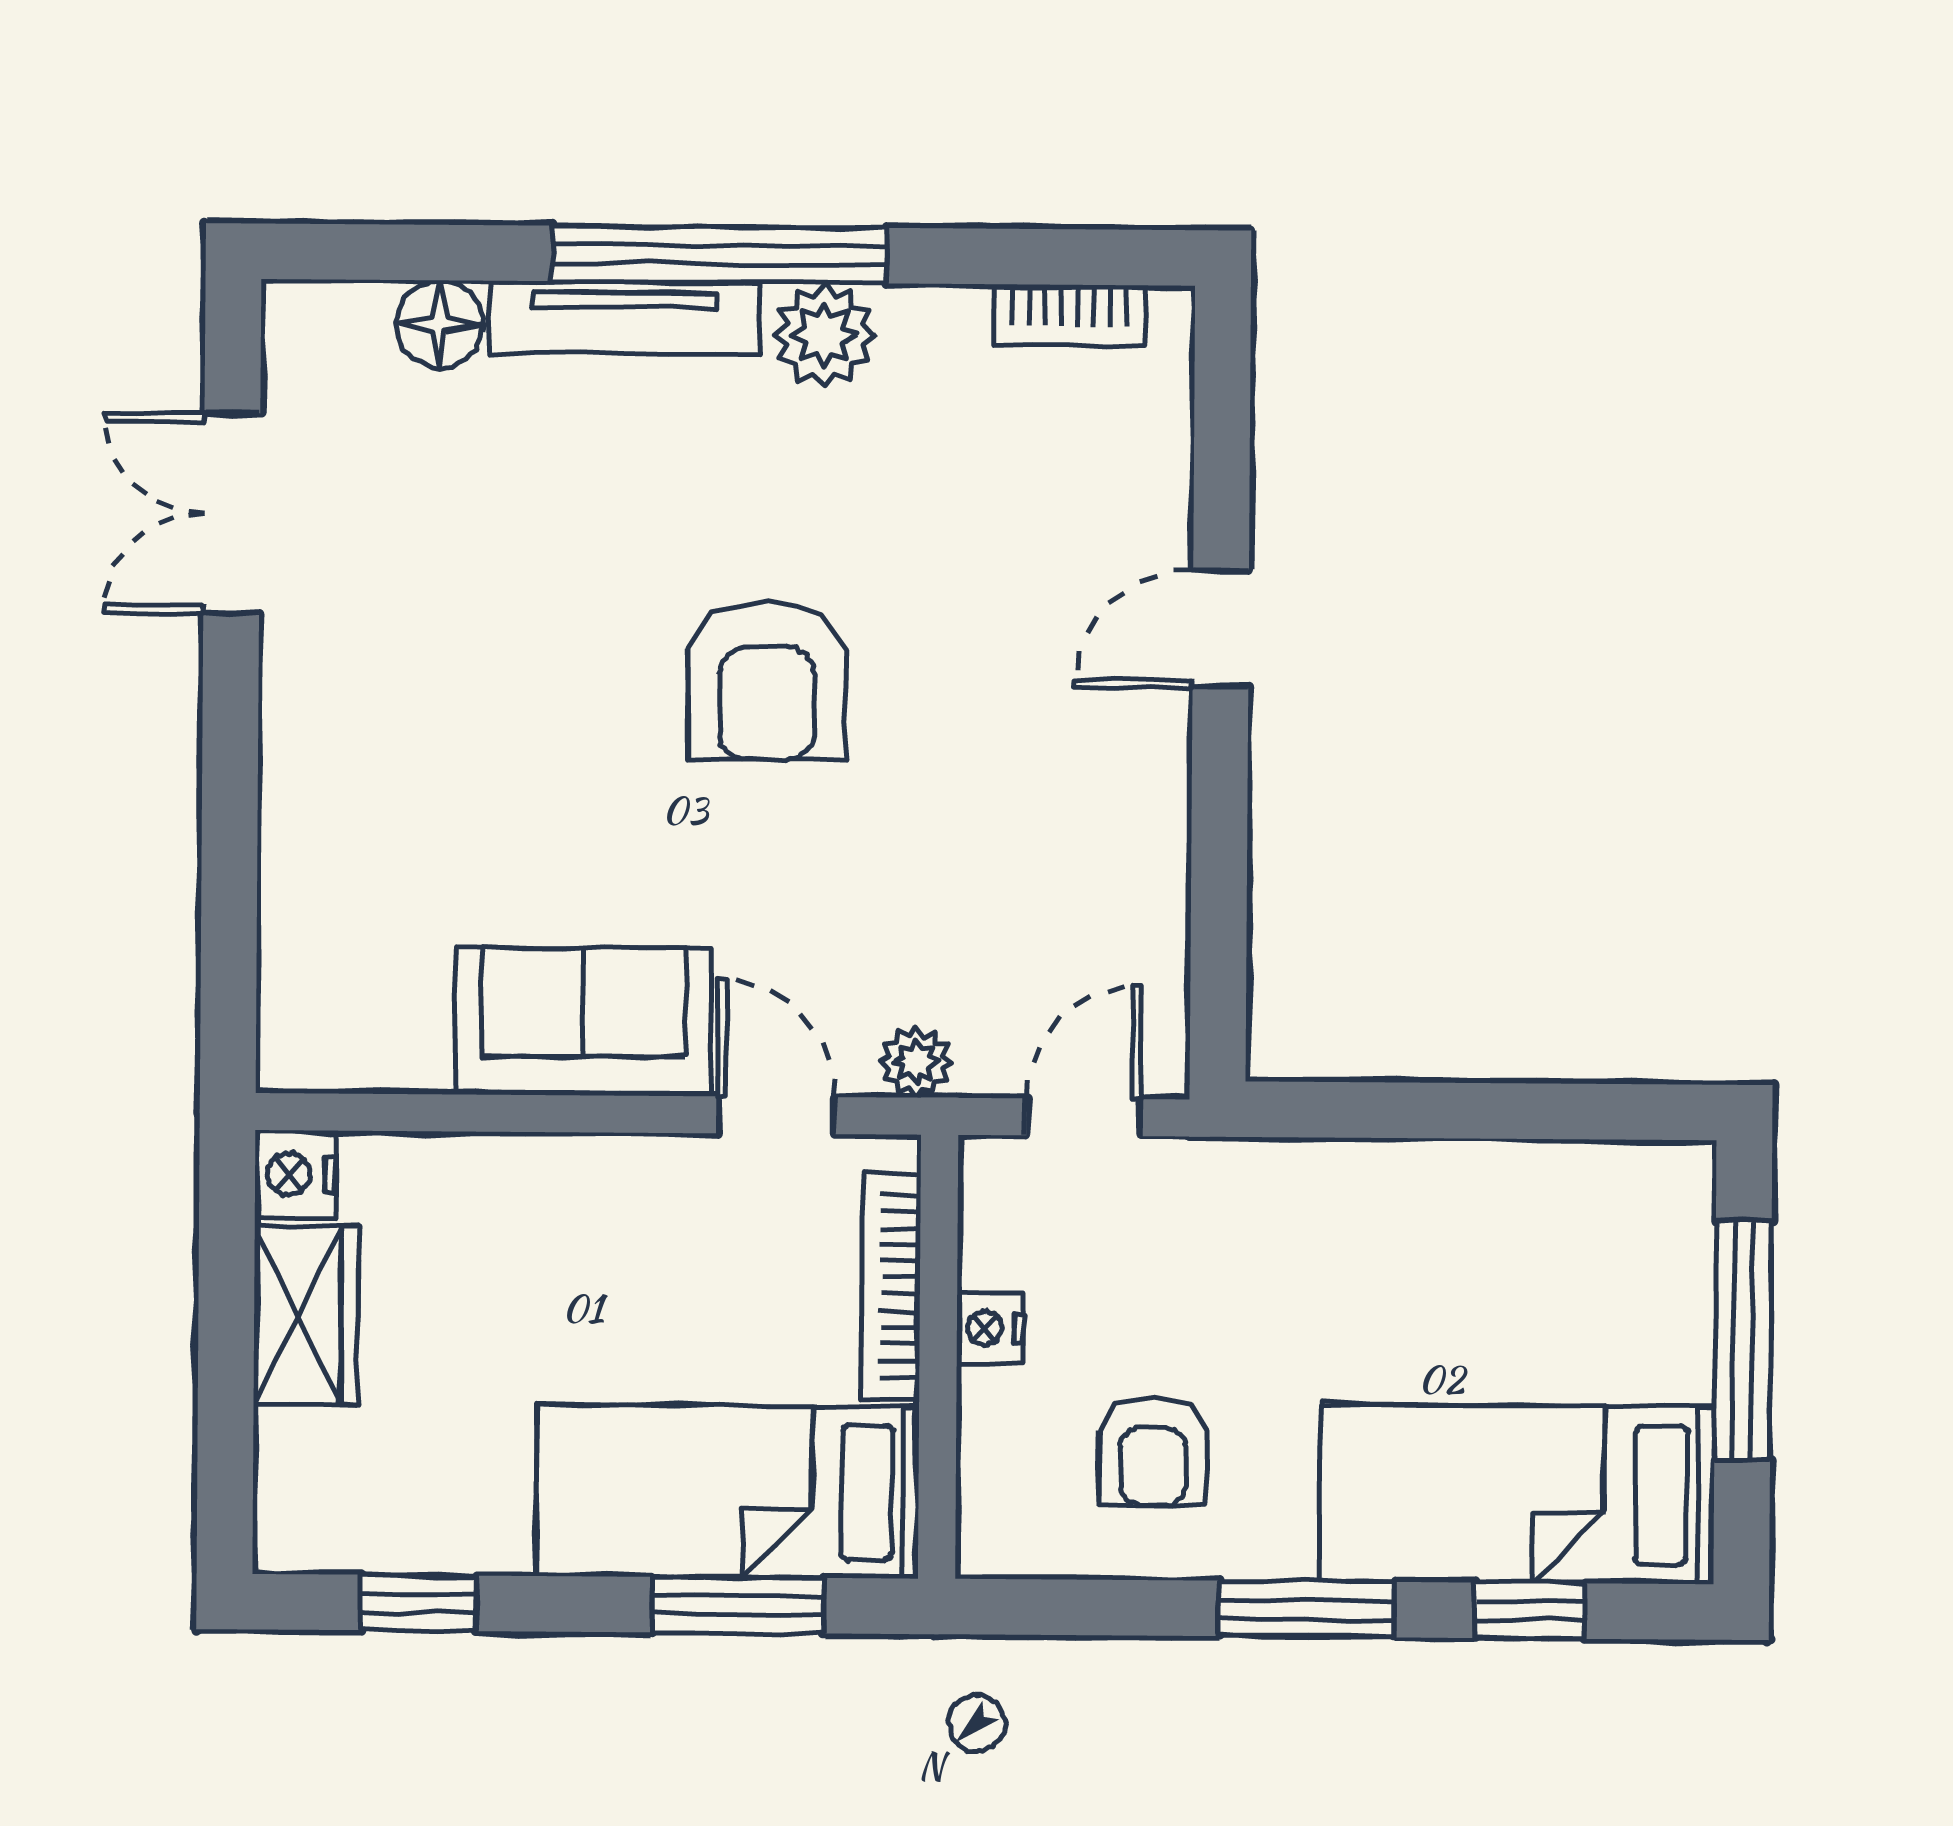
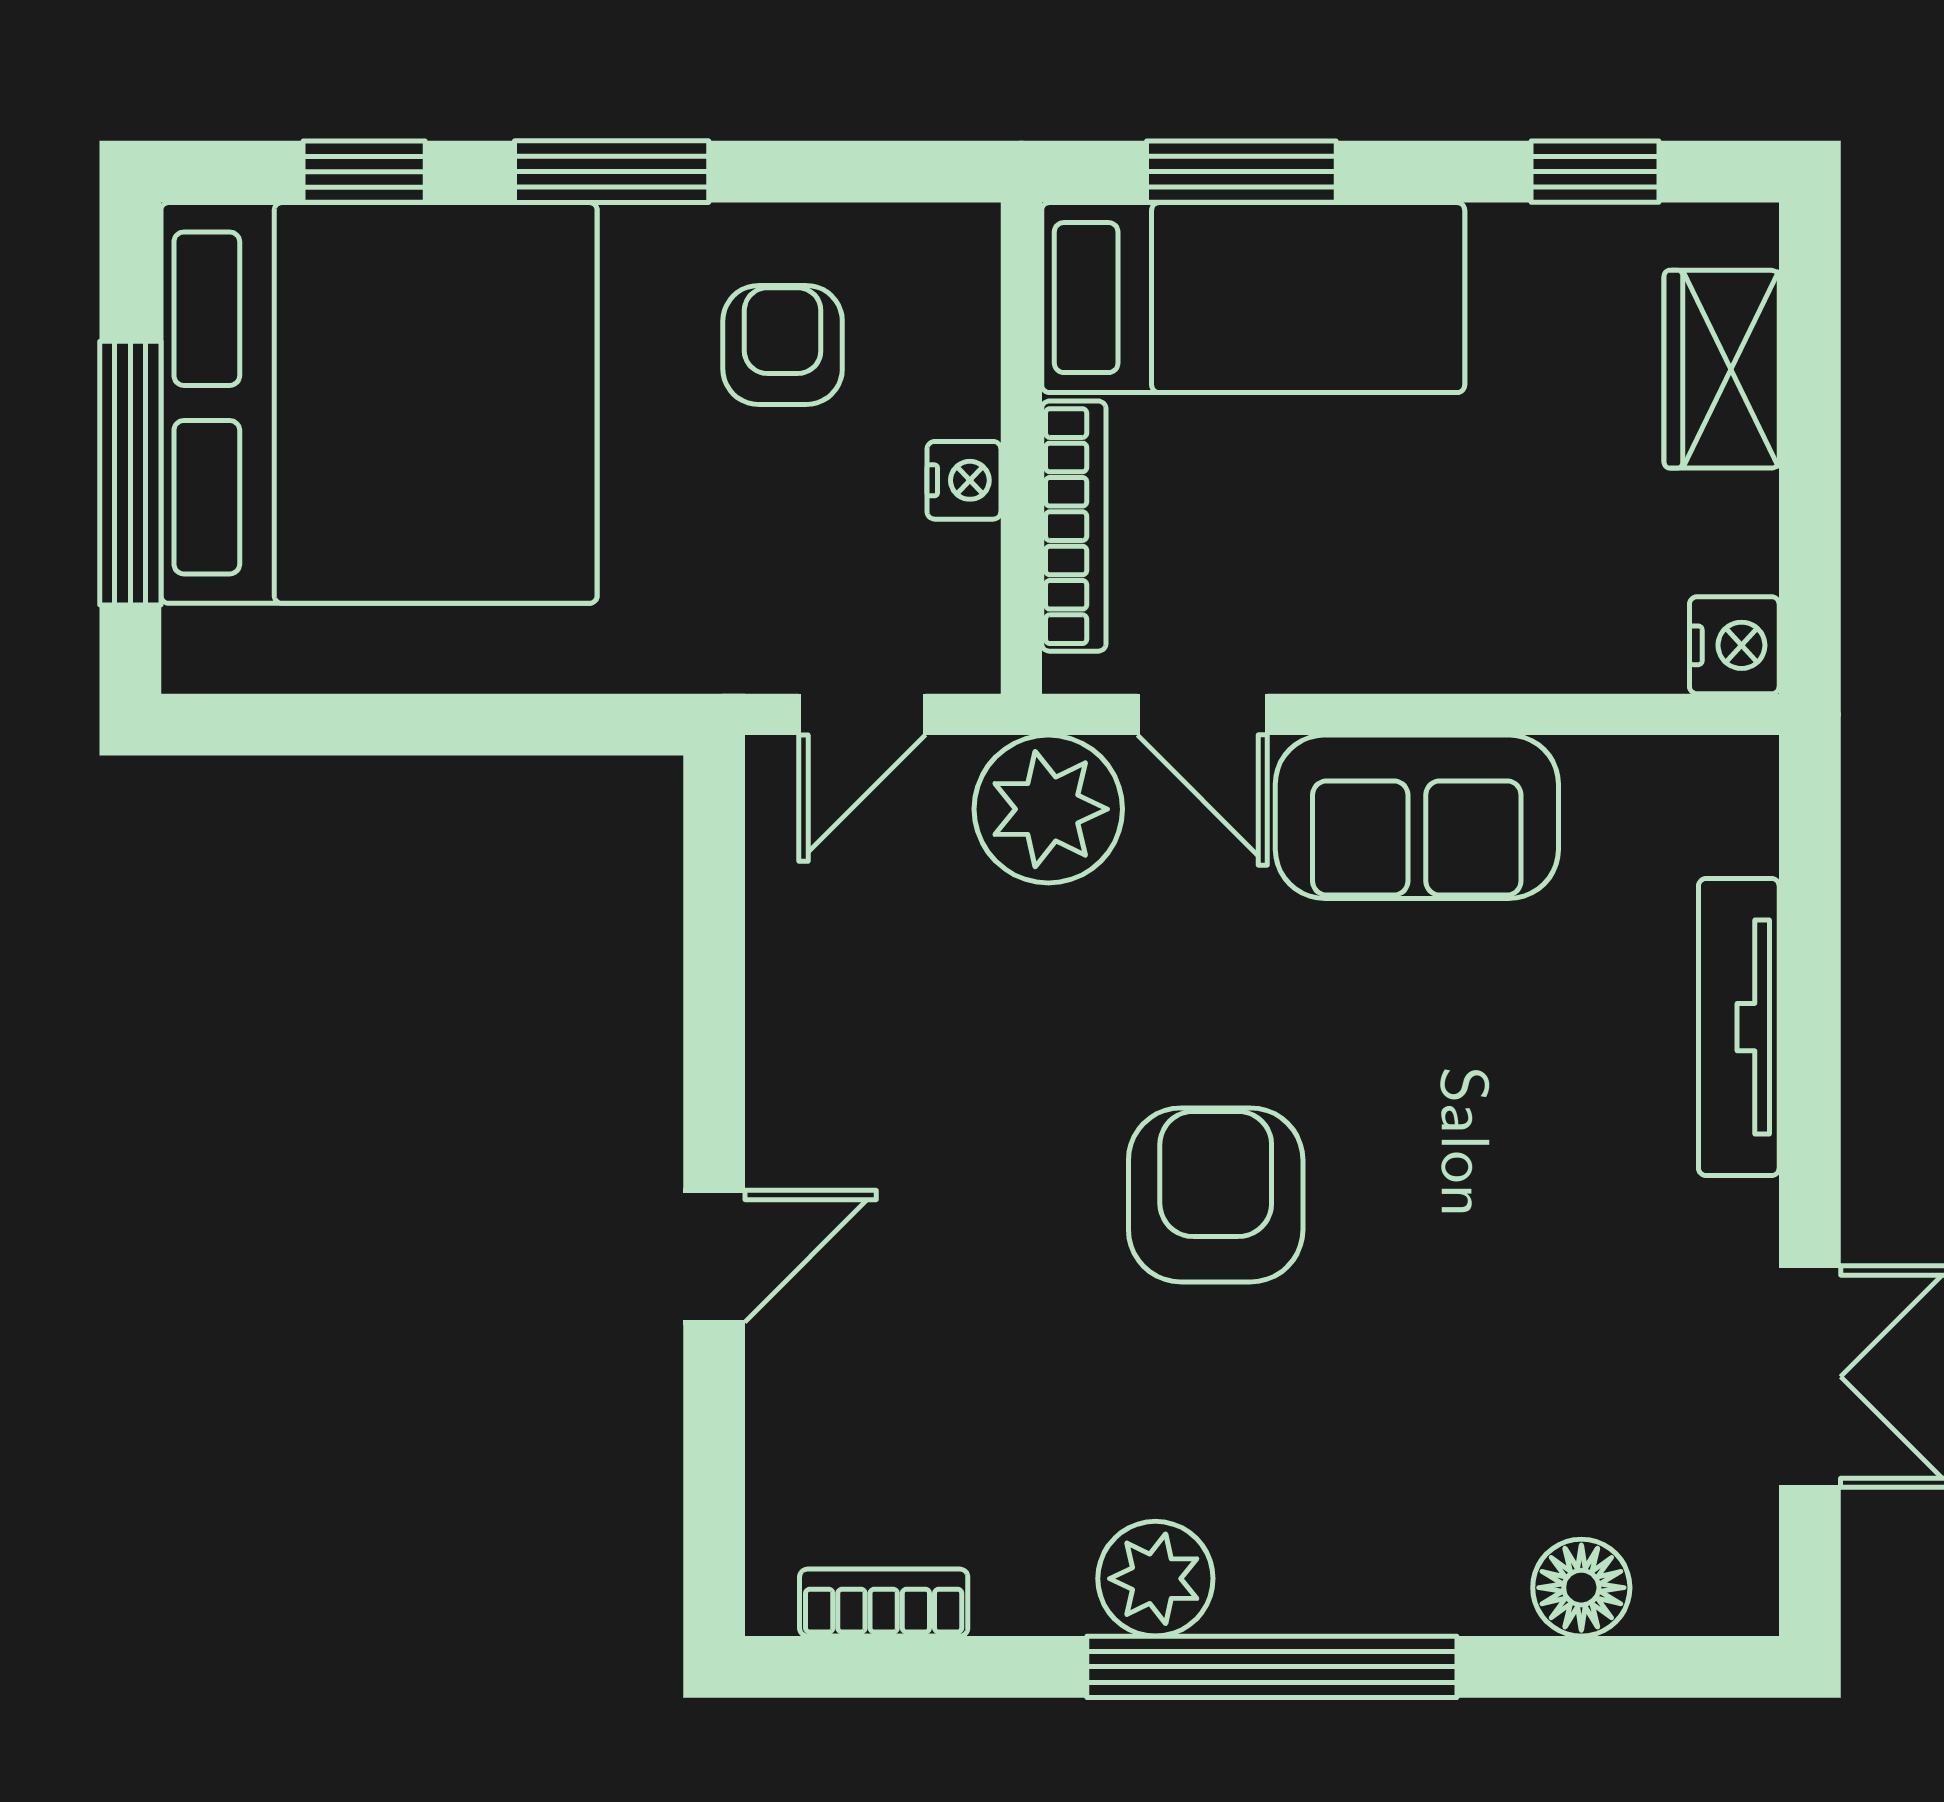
tv unit: (625, 318) -> (1739, 1027), moved, turned -90
plant: (916, 1062) -> (1048, 809), width x1.88, depth x1.88
wardrobe: (306, 1315) -> (1722, 369), moved
bed: (1517, 1494) -> (379, 403), width x2.04

